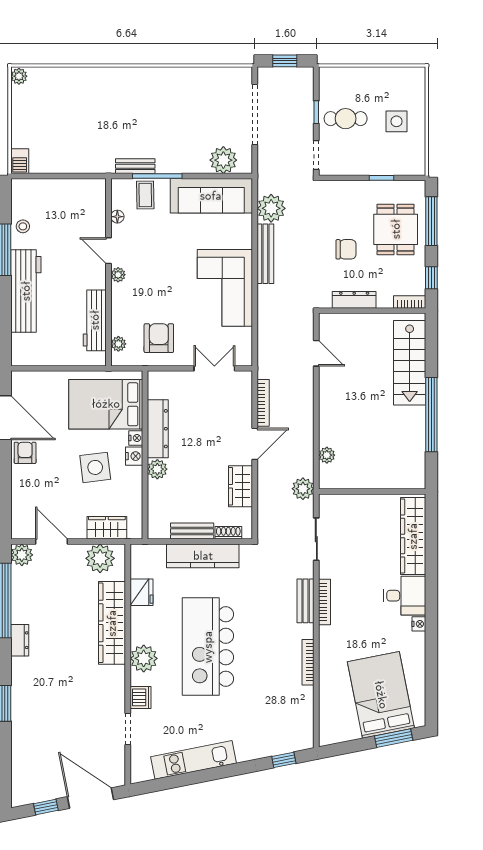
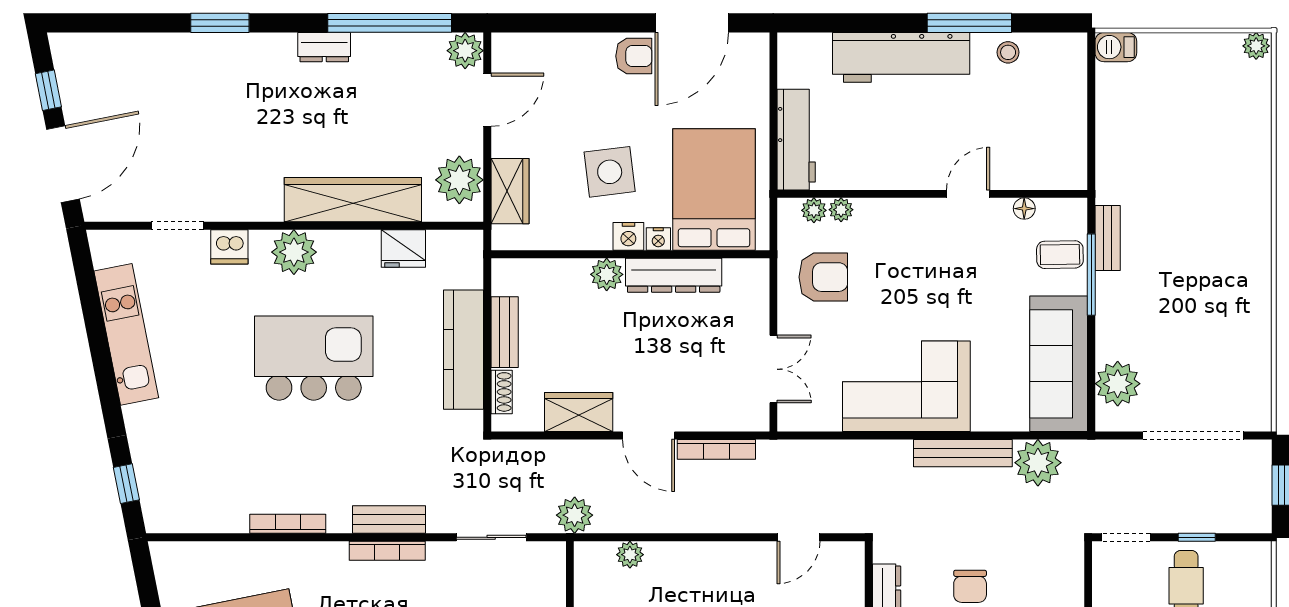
plant: (118, 275) -> (841, 210), moved
workbench: (95, 320) -> (796, 140), moved, turned 90
kitchen island: (208, 647) -> (314, 358), width x0.73

